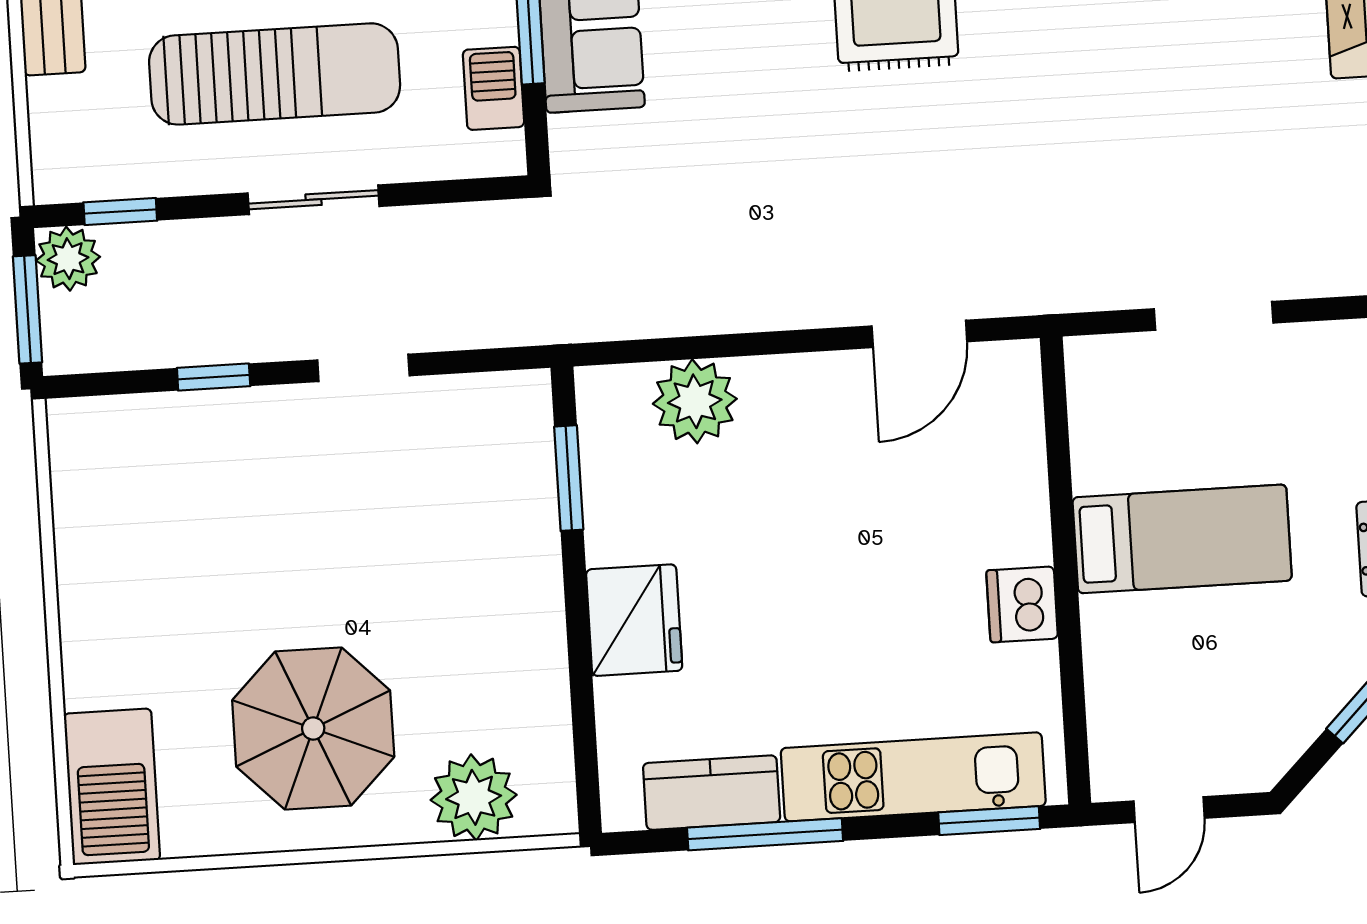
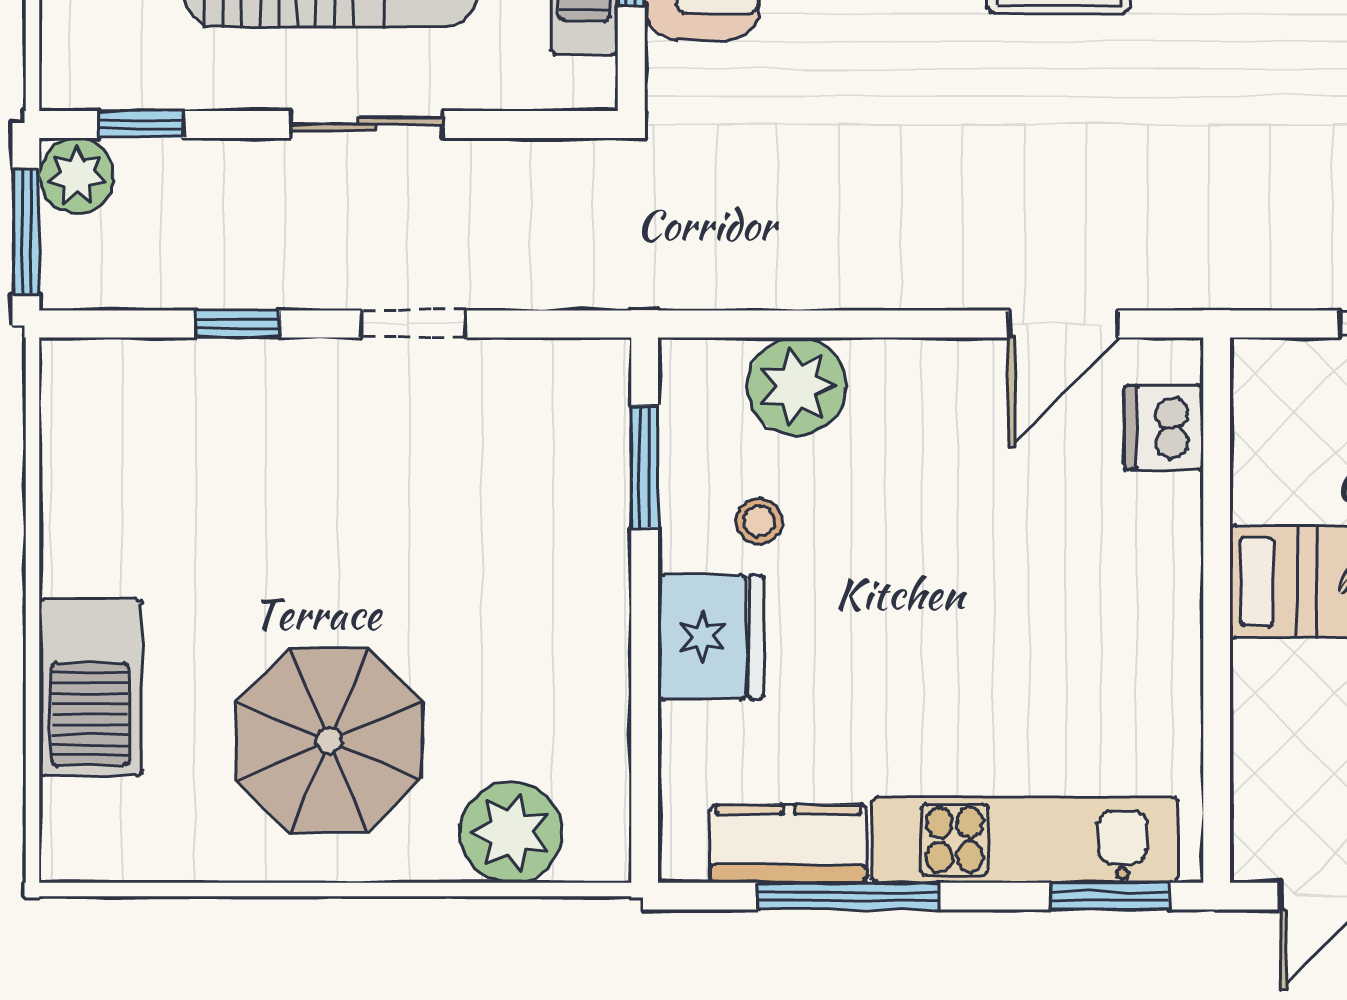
stool: (670, 518) -> (759, 521), added
dishwasher: (1022, 604) -> (1164, 427), moved
barbecue: (112, 787) -> (90, 687), moved

